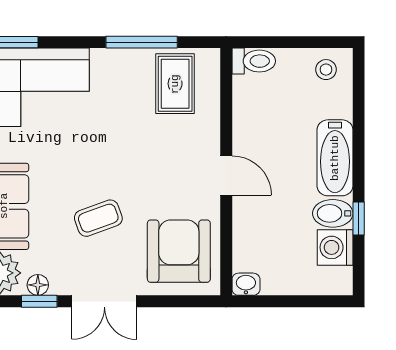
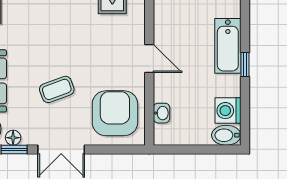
bidet: (333, 213) -> (226, 135), moved
window: (359, 218) -> (245, 64), moved
washbasin: (246, 284) -> (162, 113), moved, turned 90

